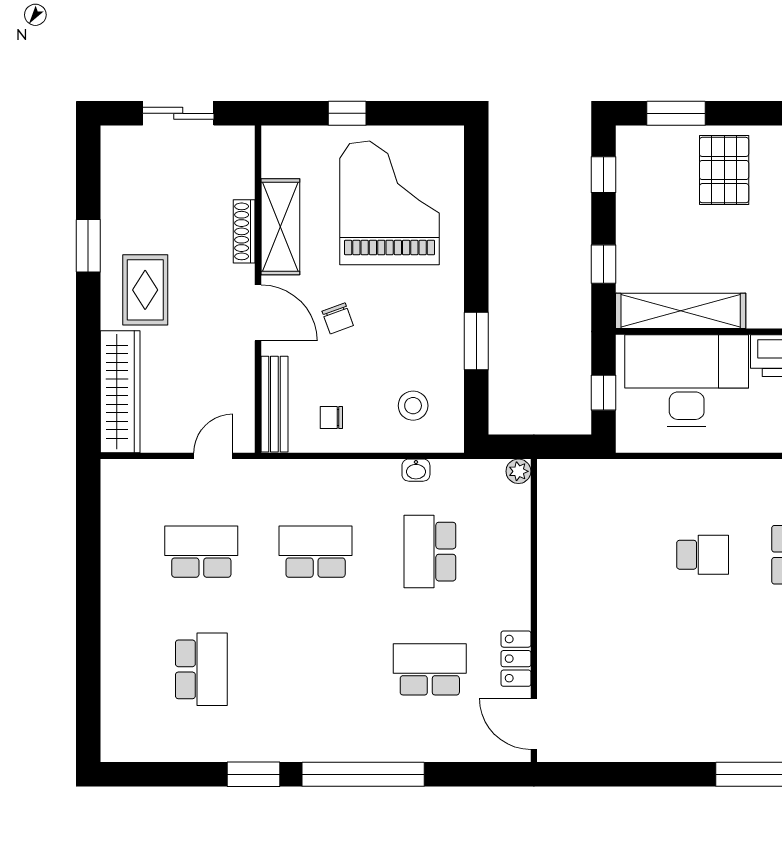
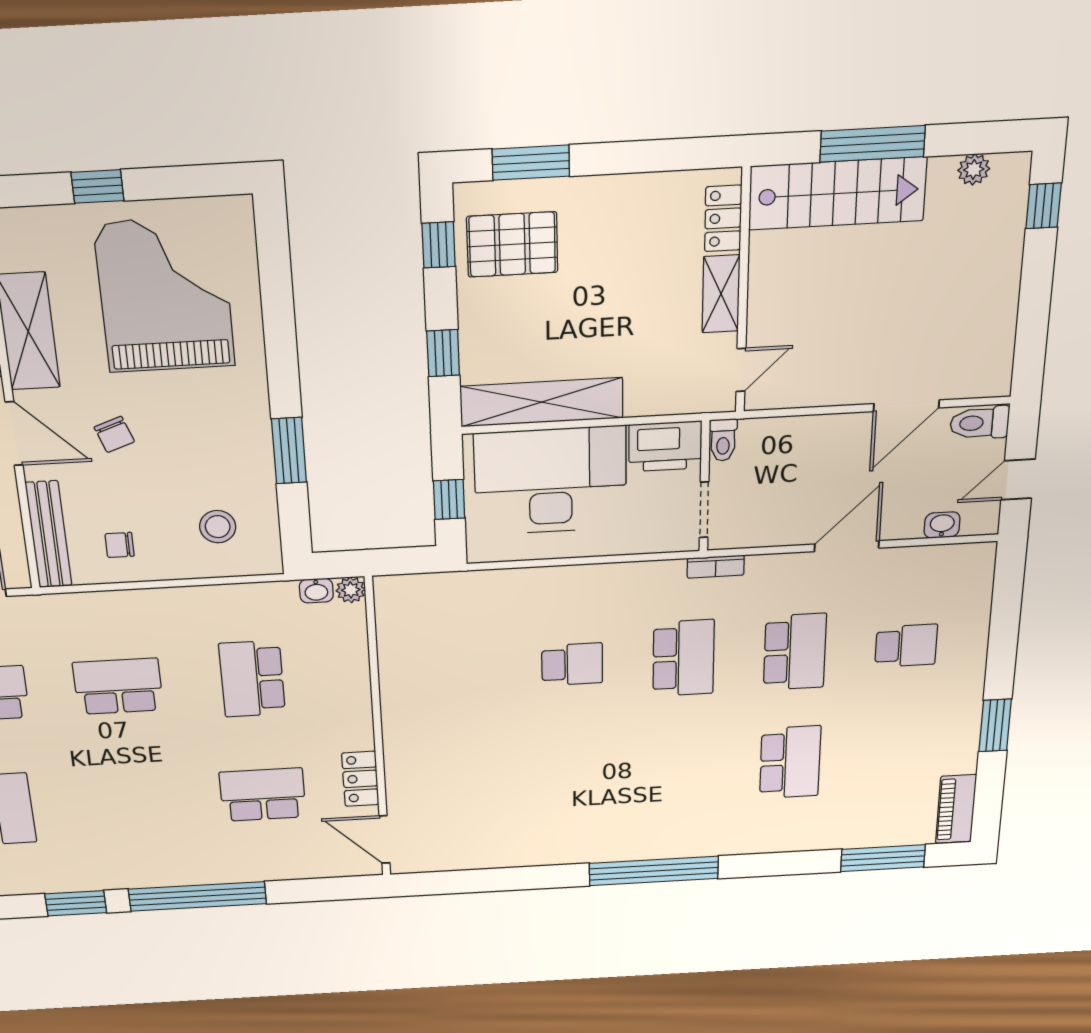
pallet: (724, 170) -> (512, 244), moved, turned 90
washbasin: (416, 470) -> (316, 591), moved

